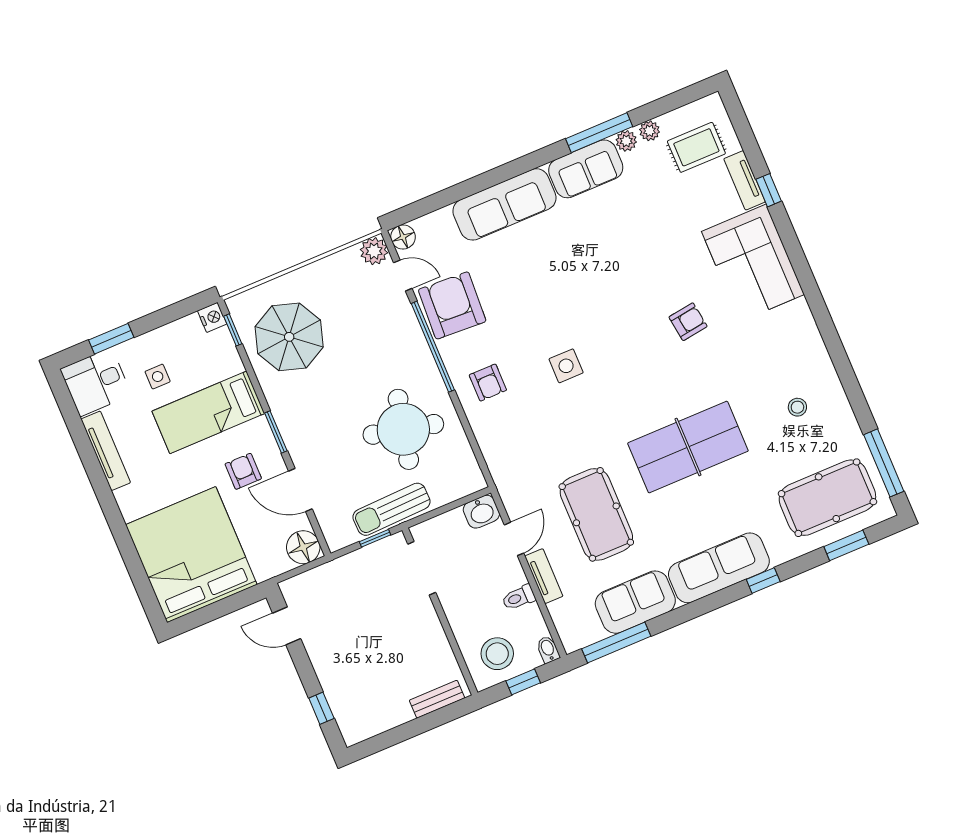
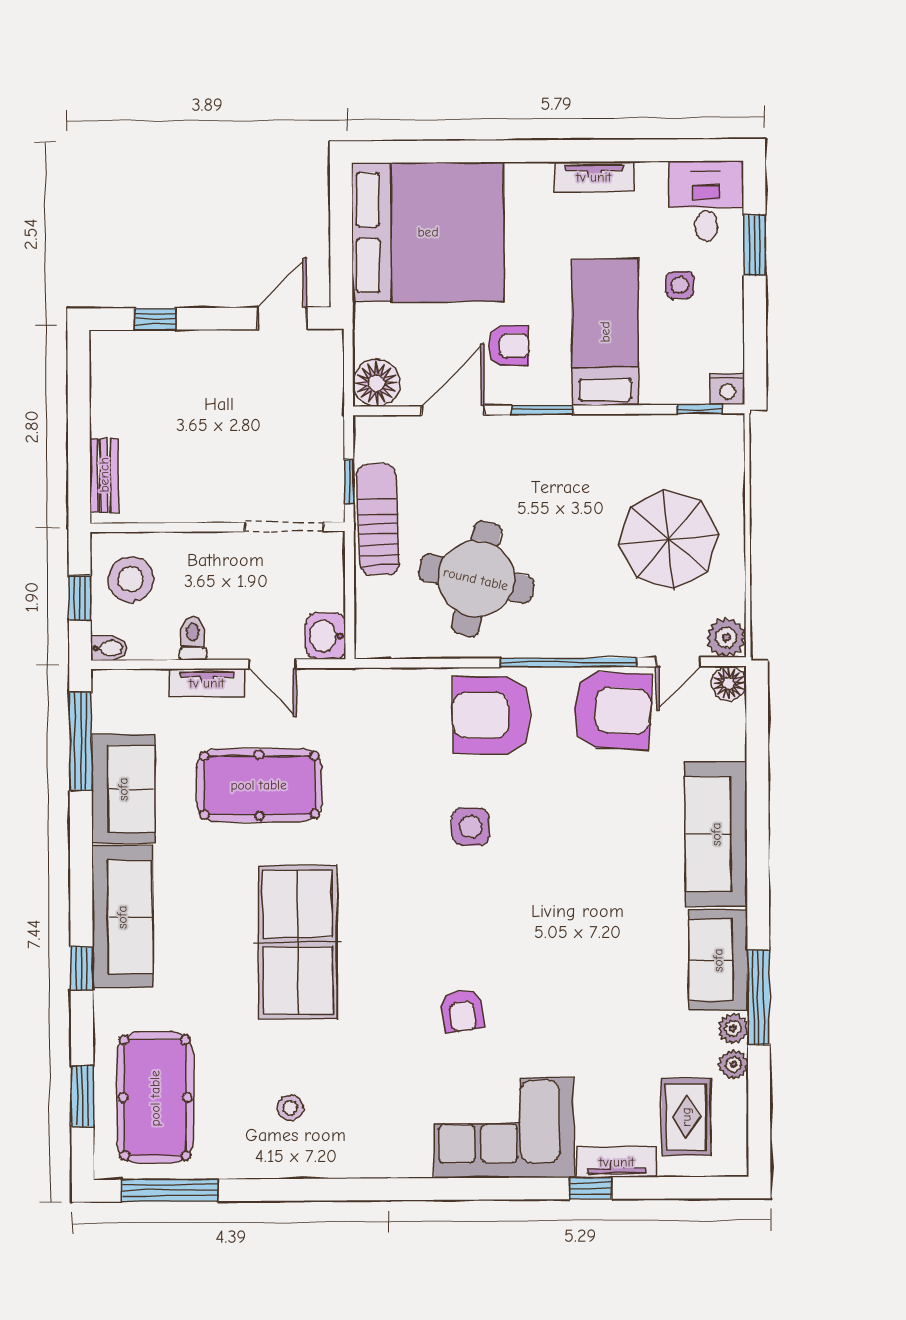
parasol: (289, 337) -> (669, 539), moved
armchair: (488, 383) -> (492, 715), width x1.88, depth x1.88
tv unit: (106, 451) -> (594, 177), width x0.71

